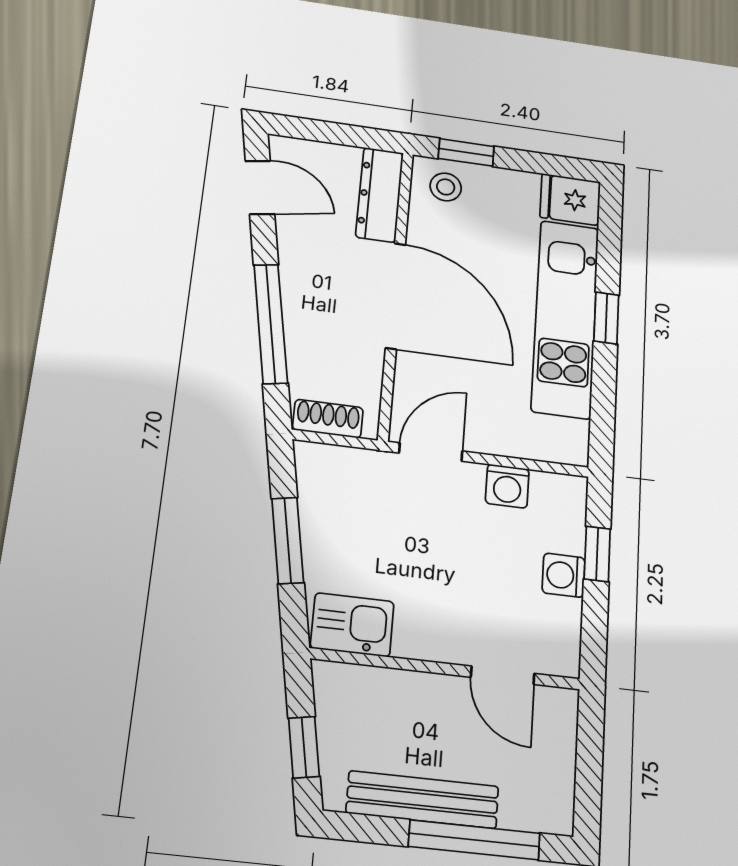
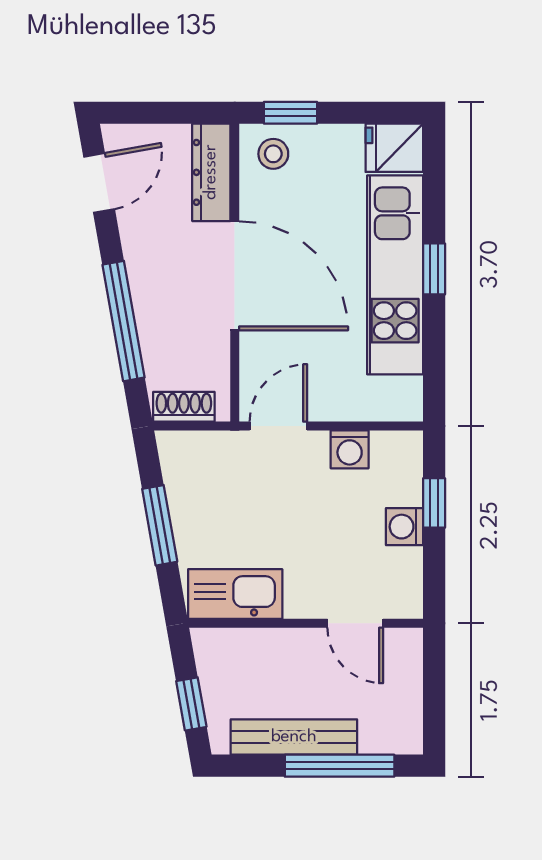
door: (260, 188) -> (99, 183), hinge flipped
kitchen sink: (352, 625) -> (235, 594), width x1.38

